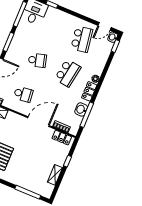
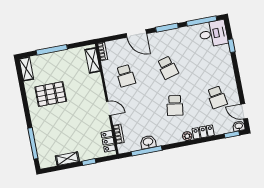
school desk: (82, 39) -> (217, 97), width x0.54
school desk: (68, 73) -> (175, 105), width x0.54
locker: (89, 91) -> (203, 132), moved
door: (38, 122) -> (109, 108), width x0.53

